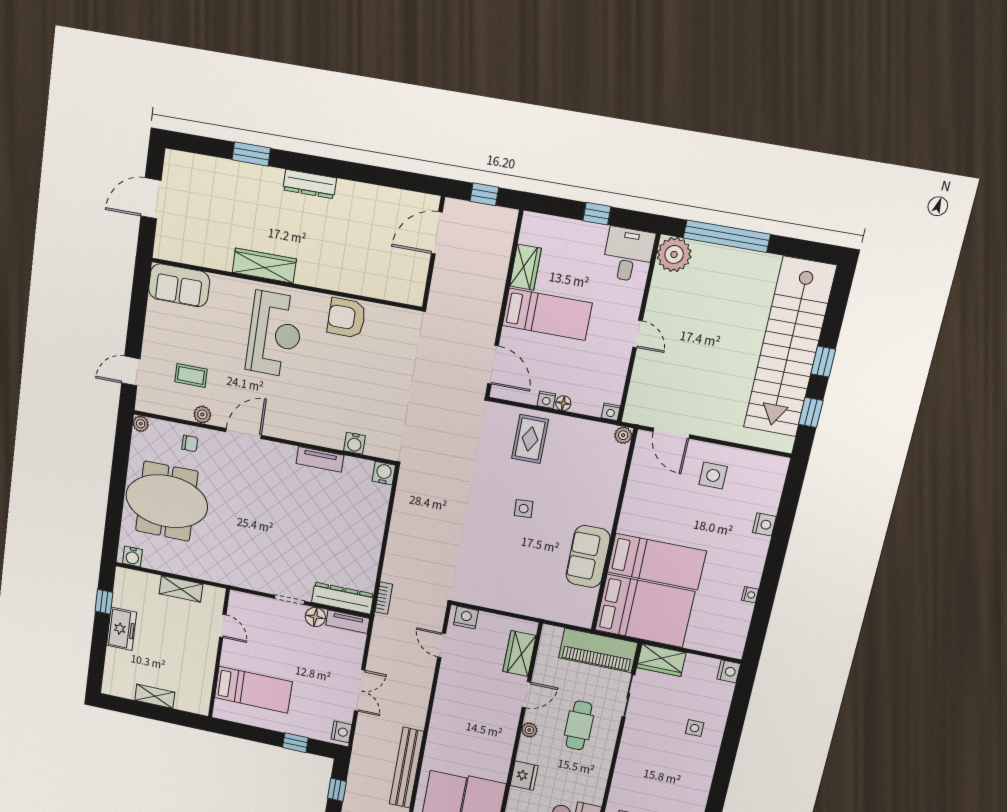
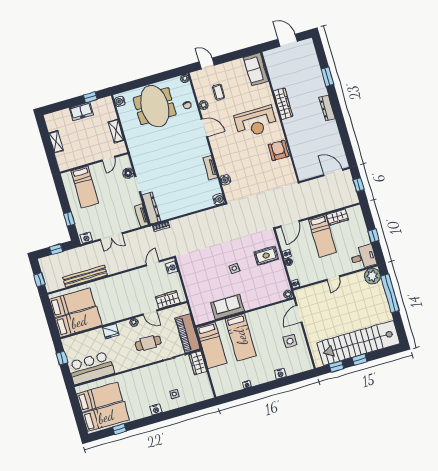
bed: (645, 611) -> (212, 345), width x0.67
floor lamp: (315, 617) -> (128, 173), moved
nightstand: (729, 671) -> (156, 409), moved

